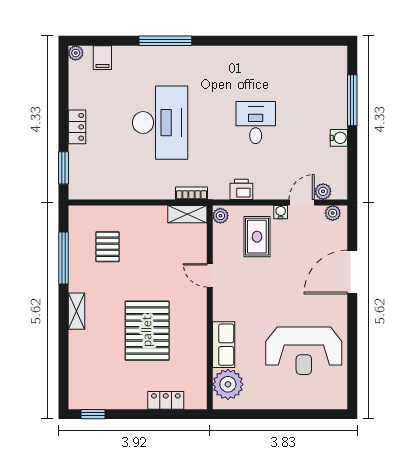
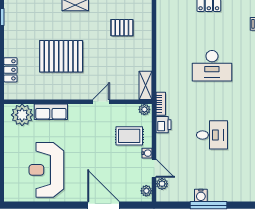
window: (352, 100) -> (208, 205), moved
desk: (160, 123) -> (212, 66), width x0.73, depth x0.77
bookcase: (192, 193) -> (161, 104), moved

